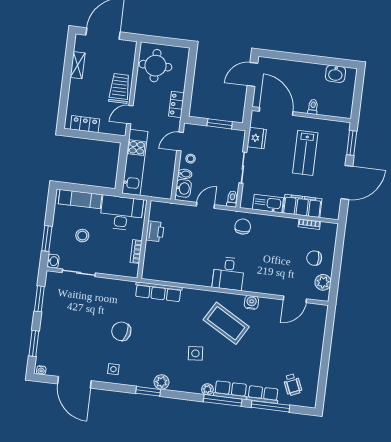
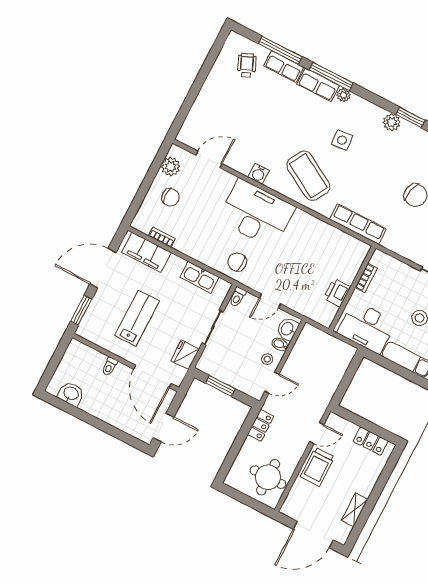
kitchen unit: (135, 162) -> (331, 378), removed
filing cabinet: (302, 206) -> (146, 252), moved
chair: (243, 227) -> (237, 262), turned 90
desk: (228, 274) -> (256, 214), width x1.87, depth x1.30
coffee table: (226, 323) -> (308, 176), moved

